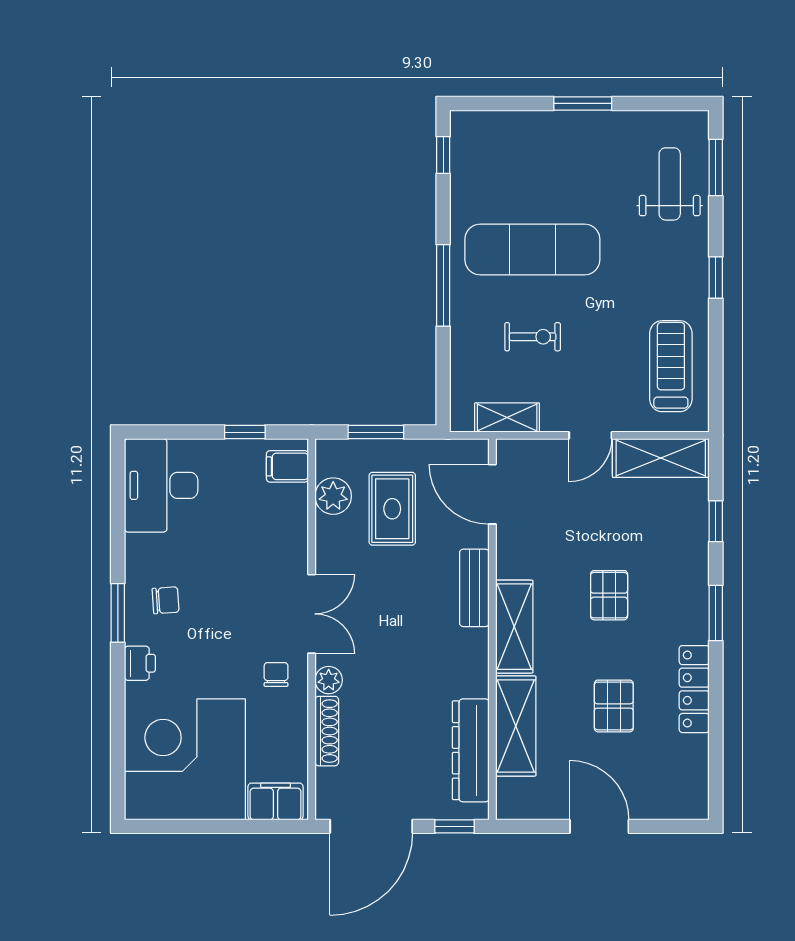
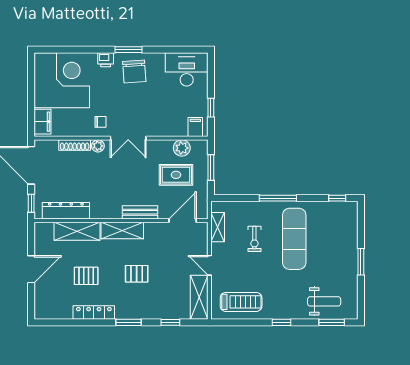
chair: (166, 600) -> (134, 71), width x1.87, depth x1.87

